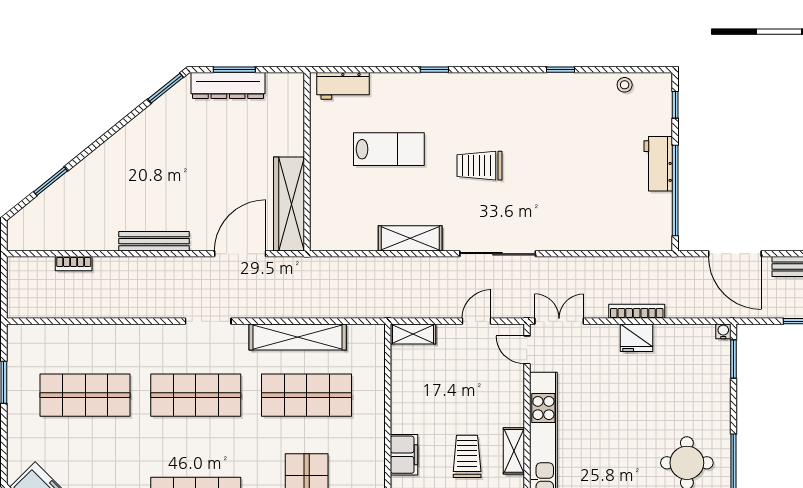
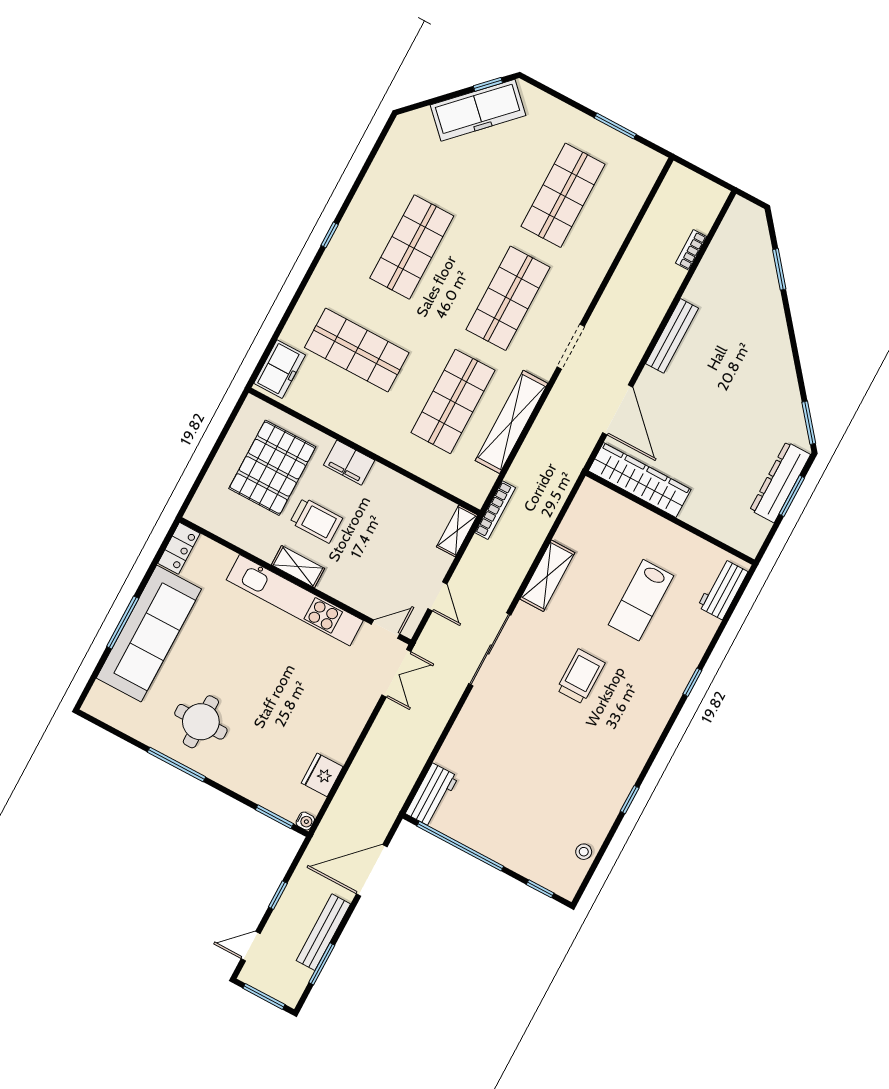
workbench: (658, 164) -> (432, 795), moved, turned 90
bookcase: (637, 311) -> (495, 510), moved
fridge: (637, 338) -> (322, 775), moved

